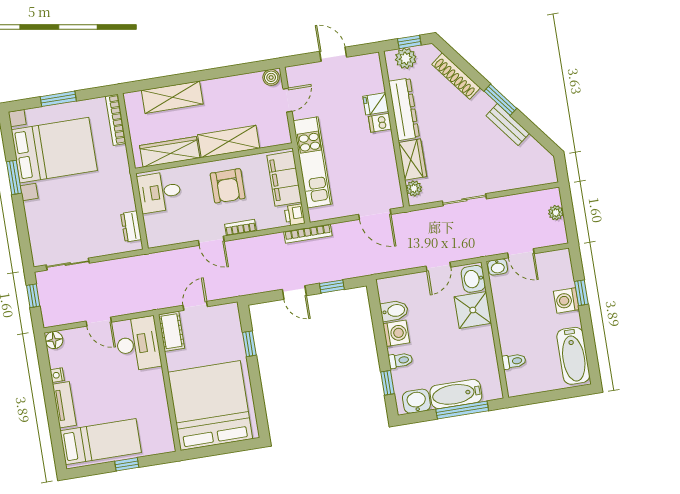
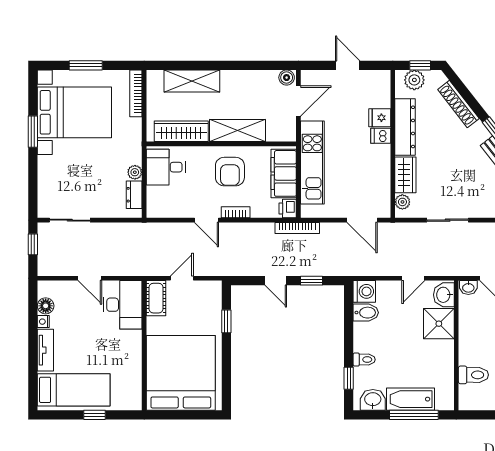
door: (288, 100) -> (298, 101), width x1.38
plant: (128, 203) -> (135, 172), added
washing machine: (396, 333) -> (364, 291), moved
floor lamp: (54, 340) -> (46, 306), moved
toilet: (514, 361) -> (473, 375), width x1.37, depth x1.39

